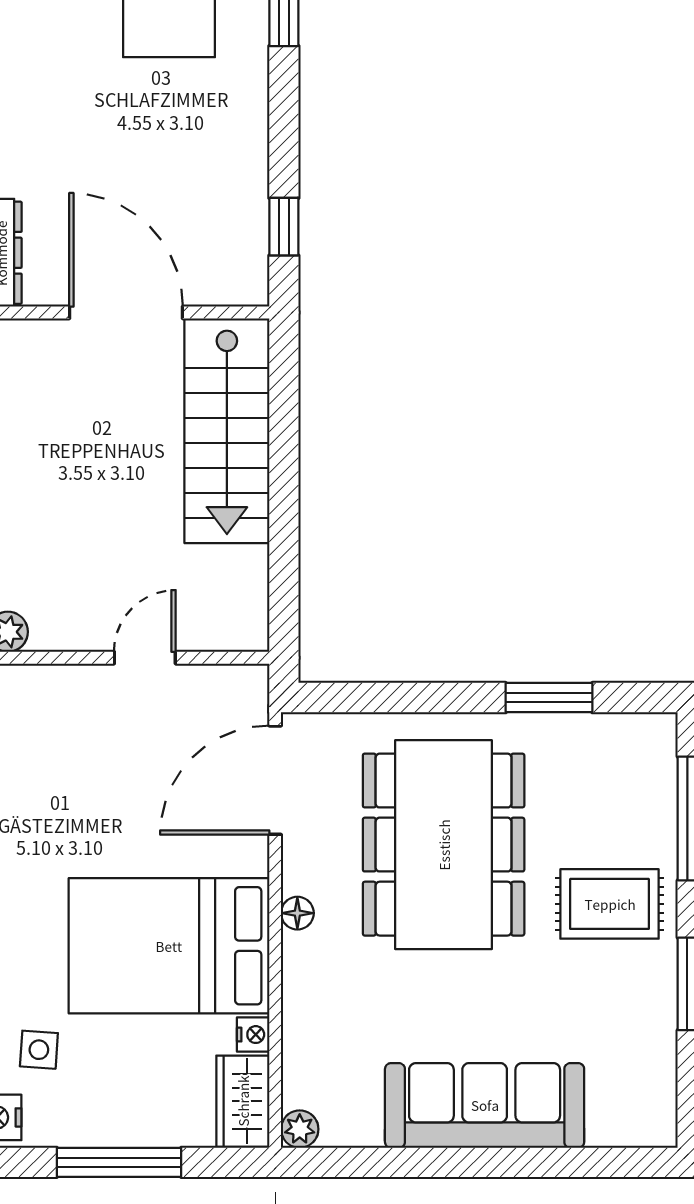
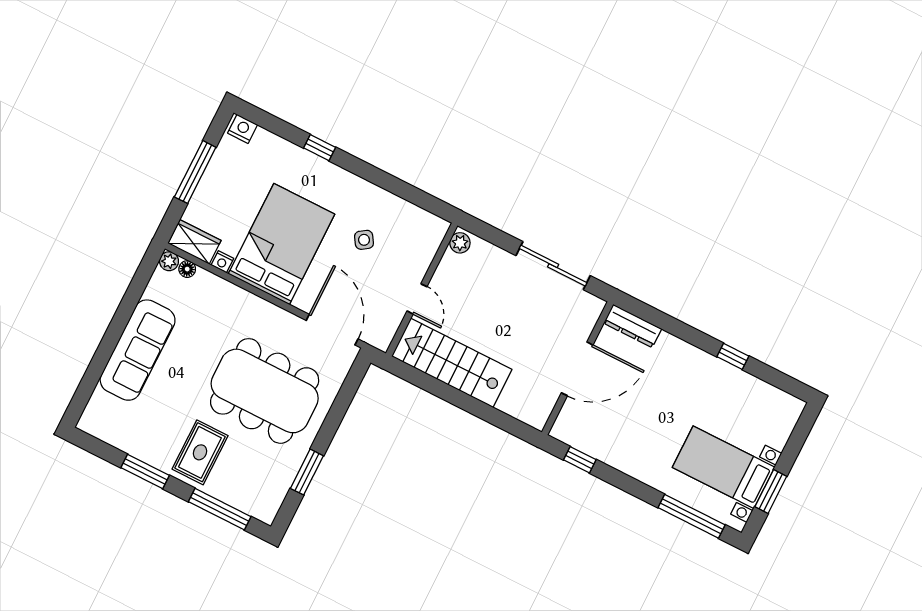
stairs: (227, 431) -> (452, 363), moved
floor lamp: (297, 913) -> (187, 269), moved
side table: (39, 1050) -> (364, 240), moved, turned -38

